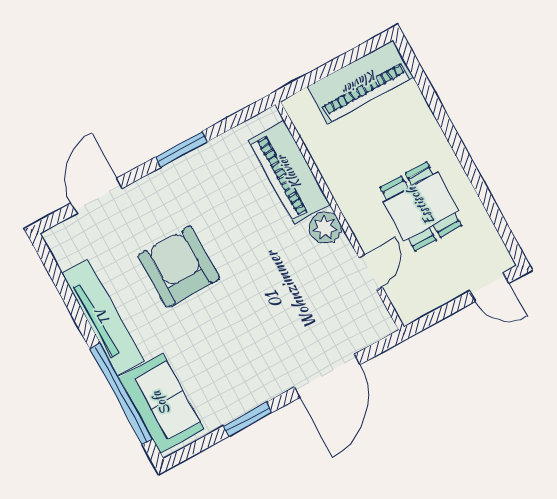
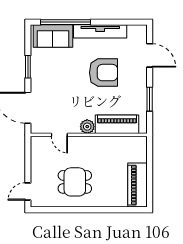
piano: (289, 172) -> (117, 124), moved
wall: (340, 216) -> (89, 135), moved
plant: (325, 228) -> (87, 127), moved
door: (371, 272) -> (59, 135), moved

